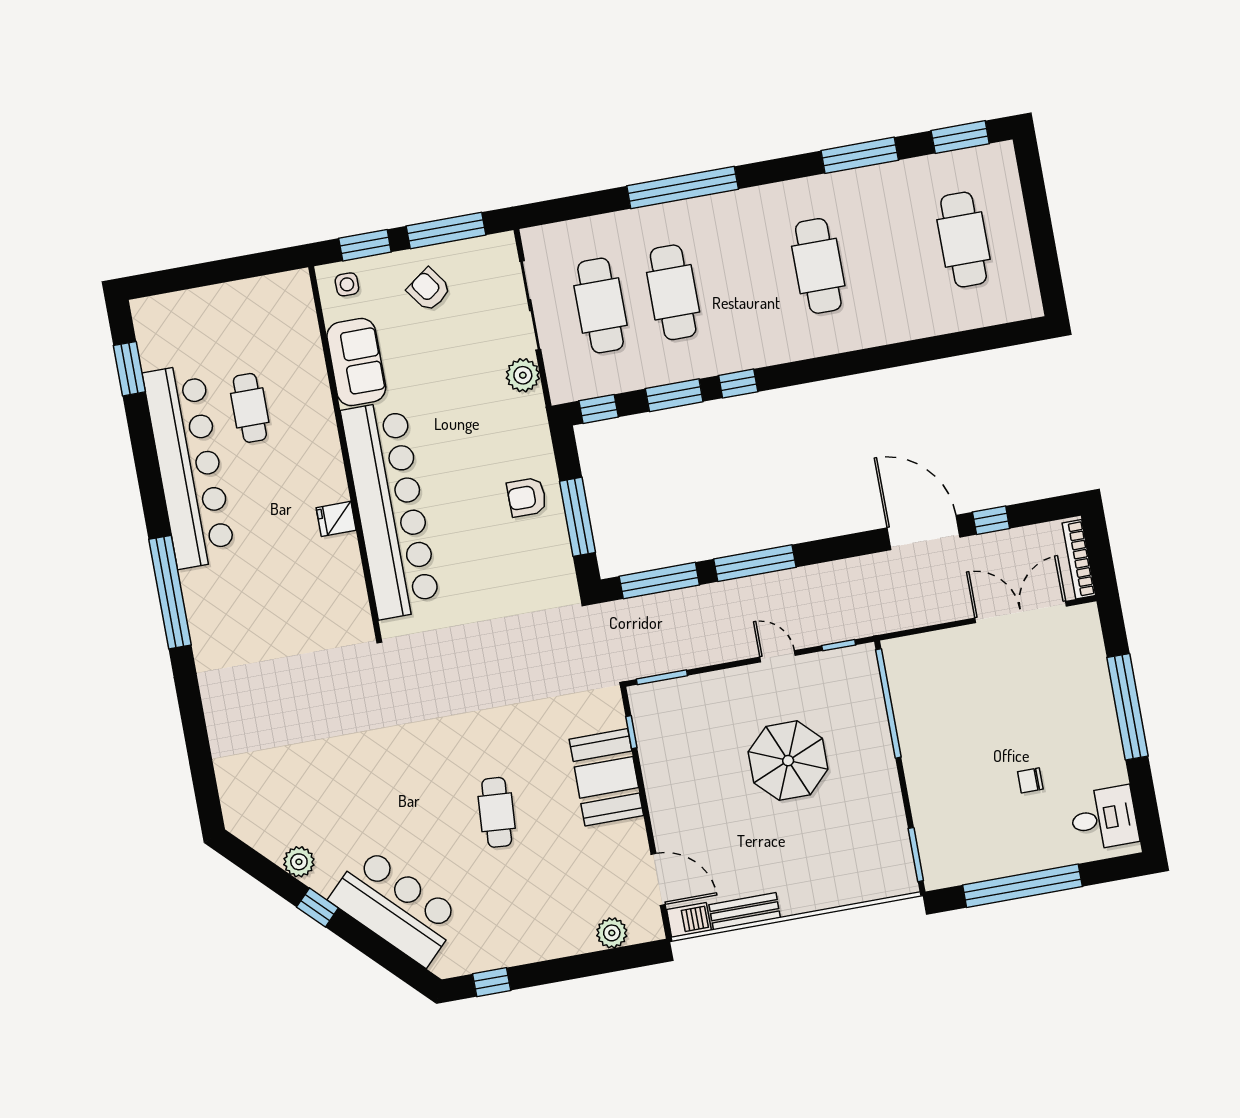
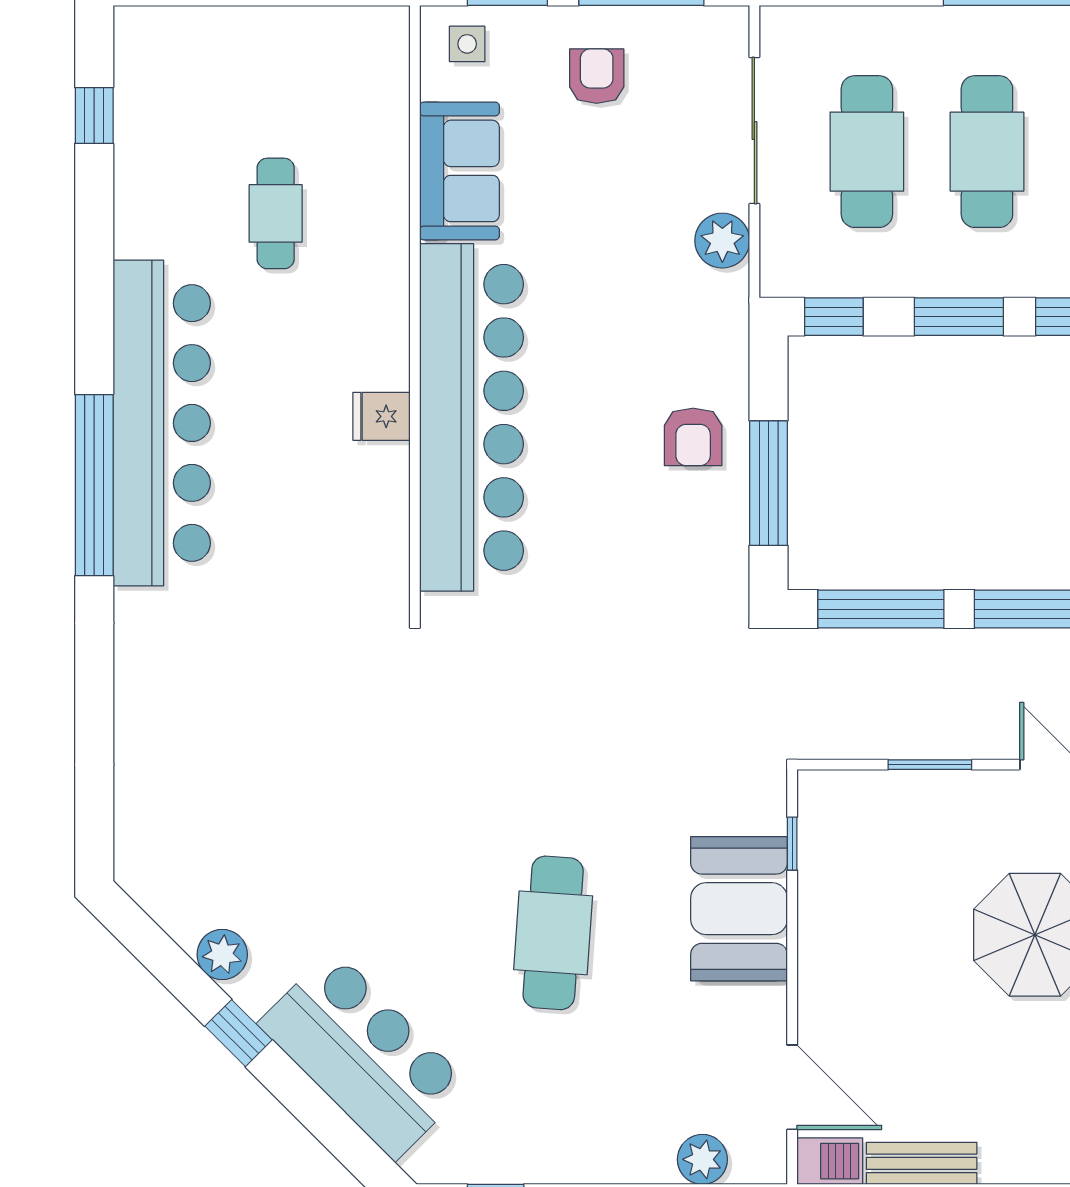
armchair: (429, 290) -> (597, 76), turned 36
window: (129, 369) -> (94, 116), width x0.67
bar counter: (189, 466) -> (162, 423), moved
armchair: (527, 497) -> (693, 437), turned -90
window: (662, 677) -> (930, 765), moved
cafe table: (497, 812) -> (553, 933), width x1.37, depth x1.35

